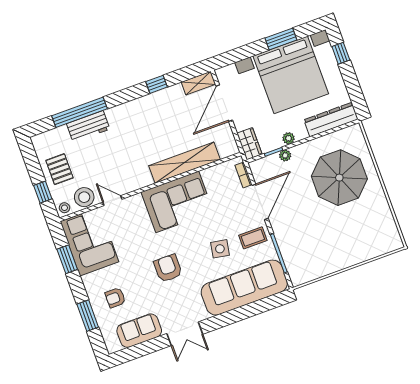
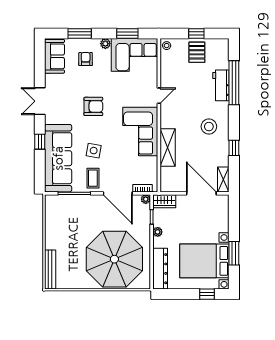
bed with nightstands: (291, 75) -> (204, 261), width x0.73
plant: (285, 155) -> (146, 199), moved
shelving: (185, 163) -> (168, 148), width x0.68
pallet: (59, 169) -> (197, 52), turned 90
parasol: (339, 178) -> (114, 259), width x1.36, depth x1.36
window: (43, 192) -> (196, 34), moved
stool: (84, 197) -> (209, 127), moved
door: (112, 201) -> (159, 96), moved
bench: (379, 249) -> (50, 270), added
plant: (89, 281) -> (105, 44), added
window: (233, 316) -> (40, 142), added
sofa: (139, 331) -> (54, 56), moved

